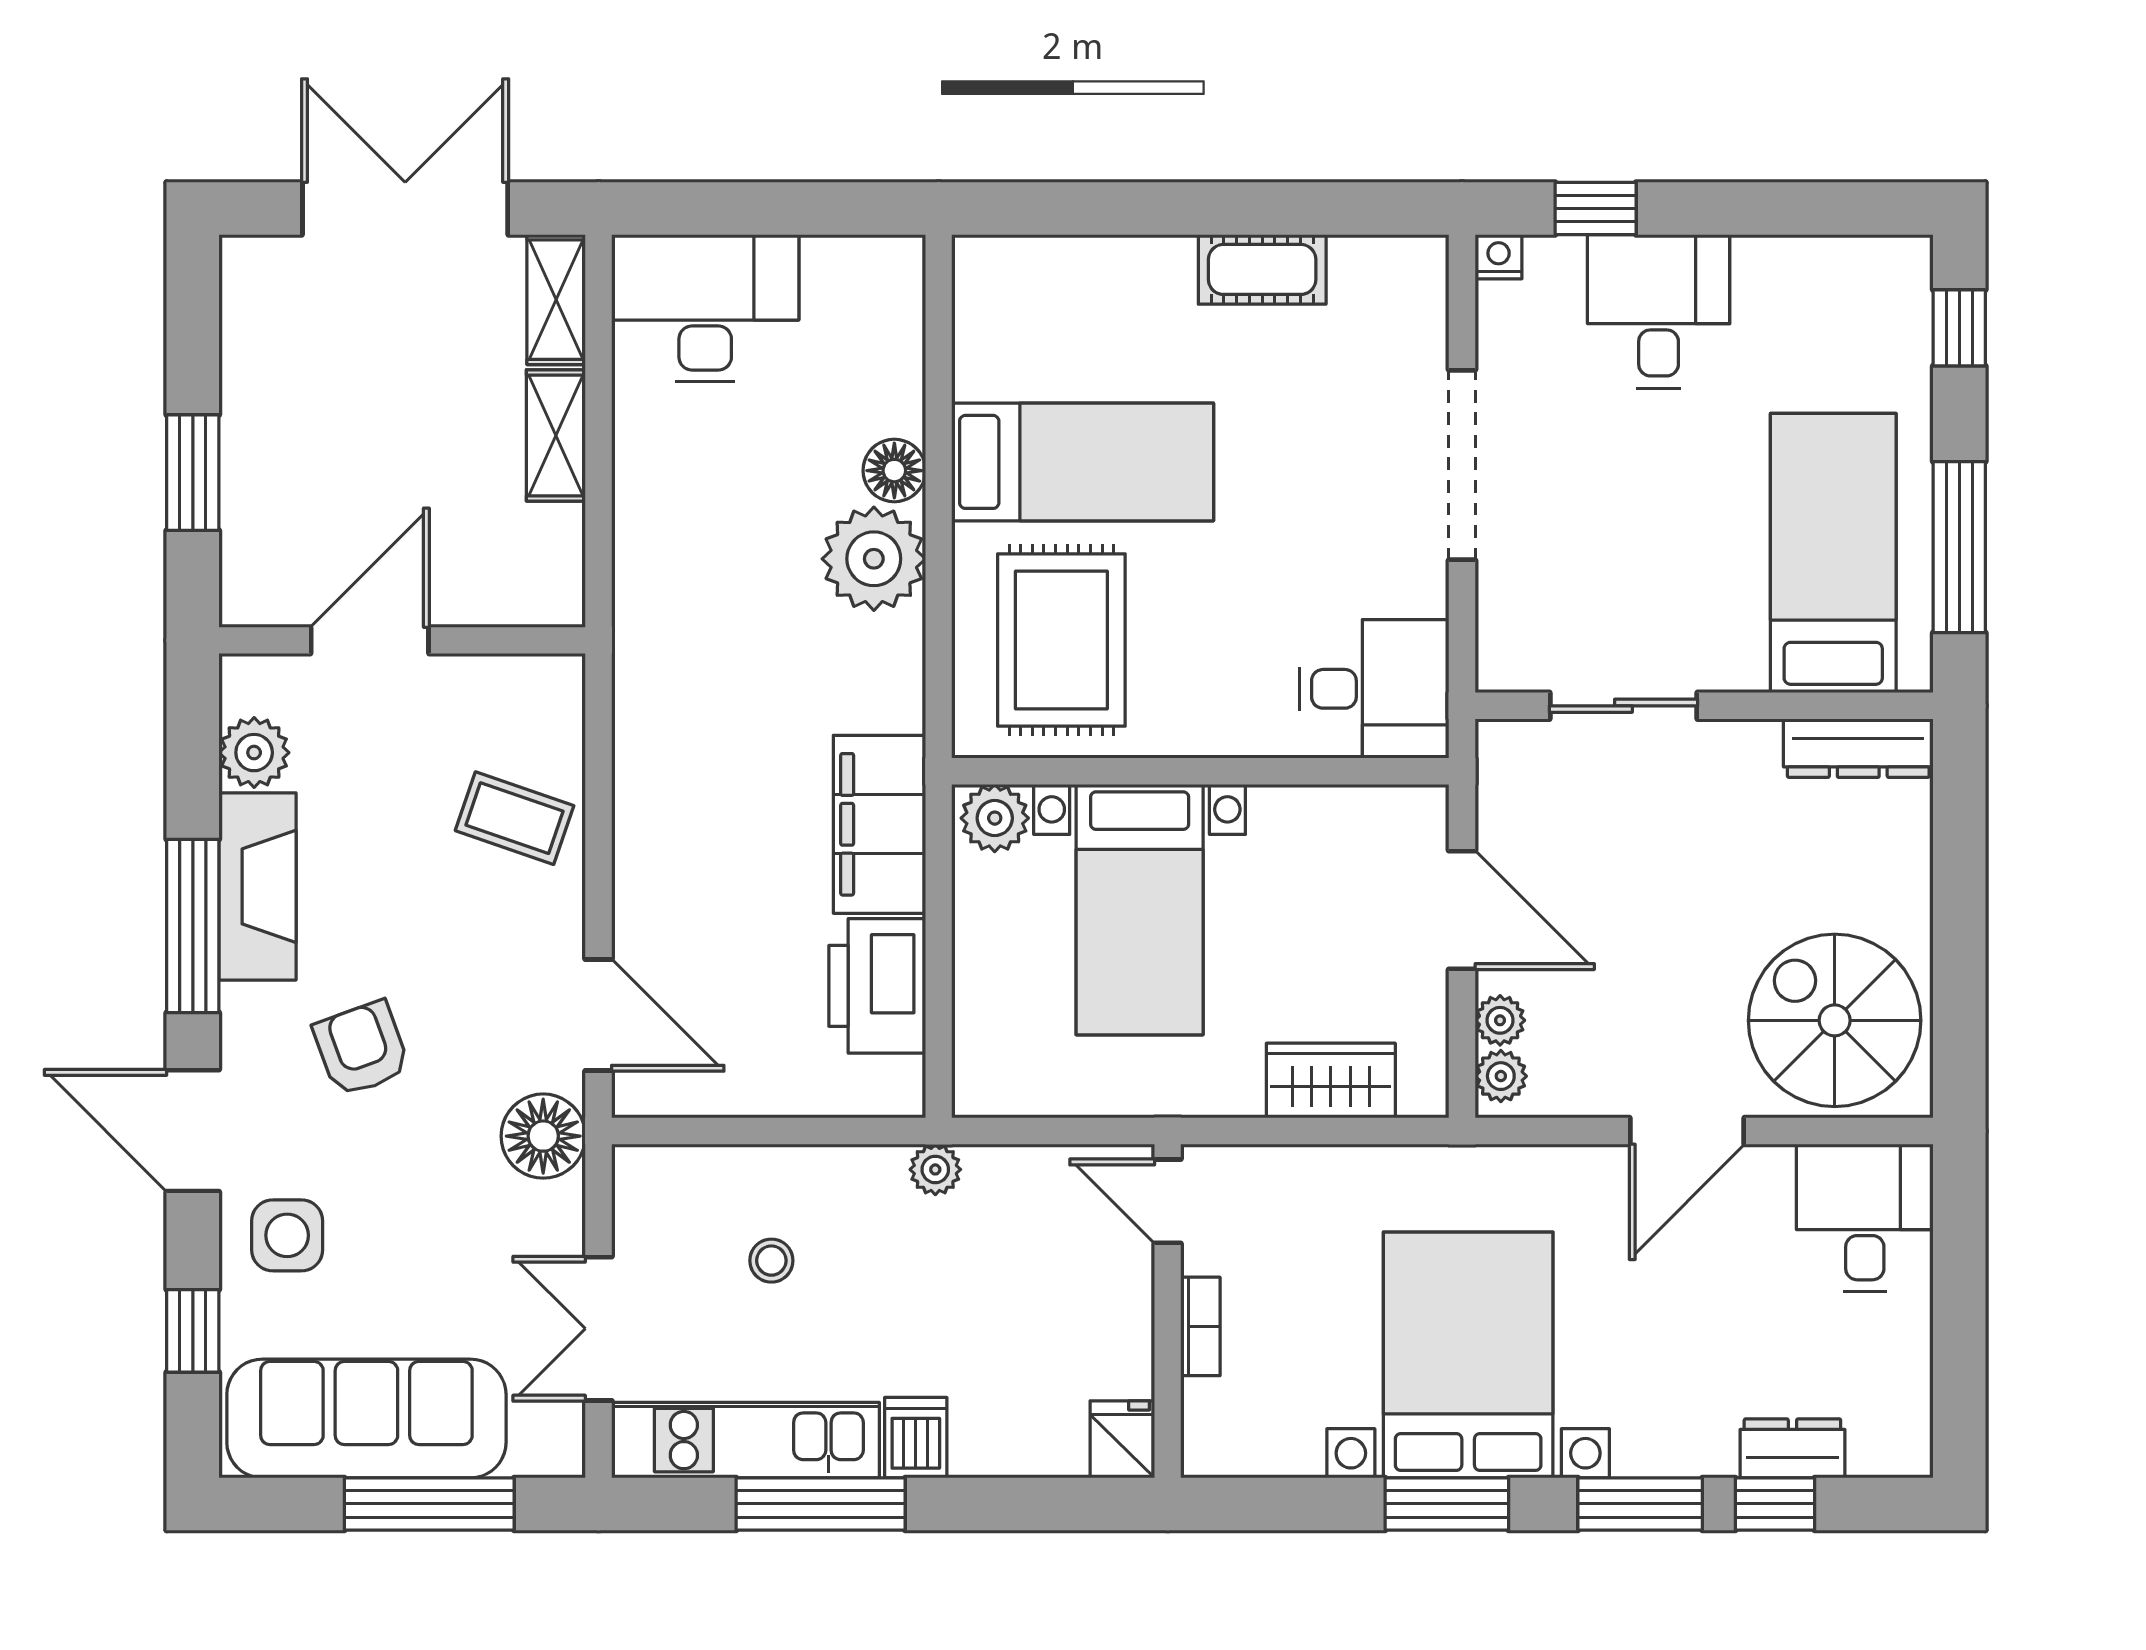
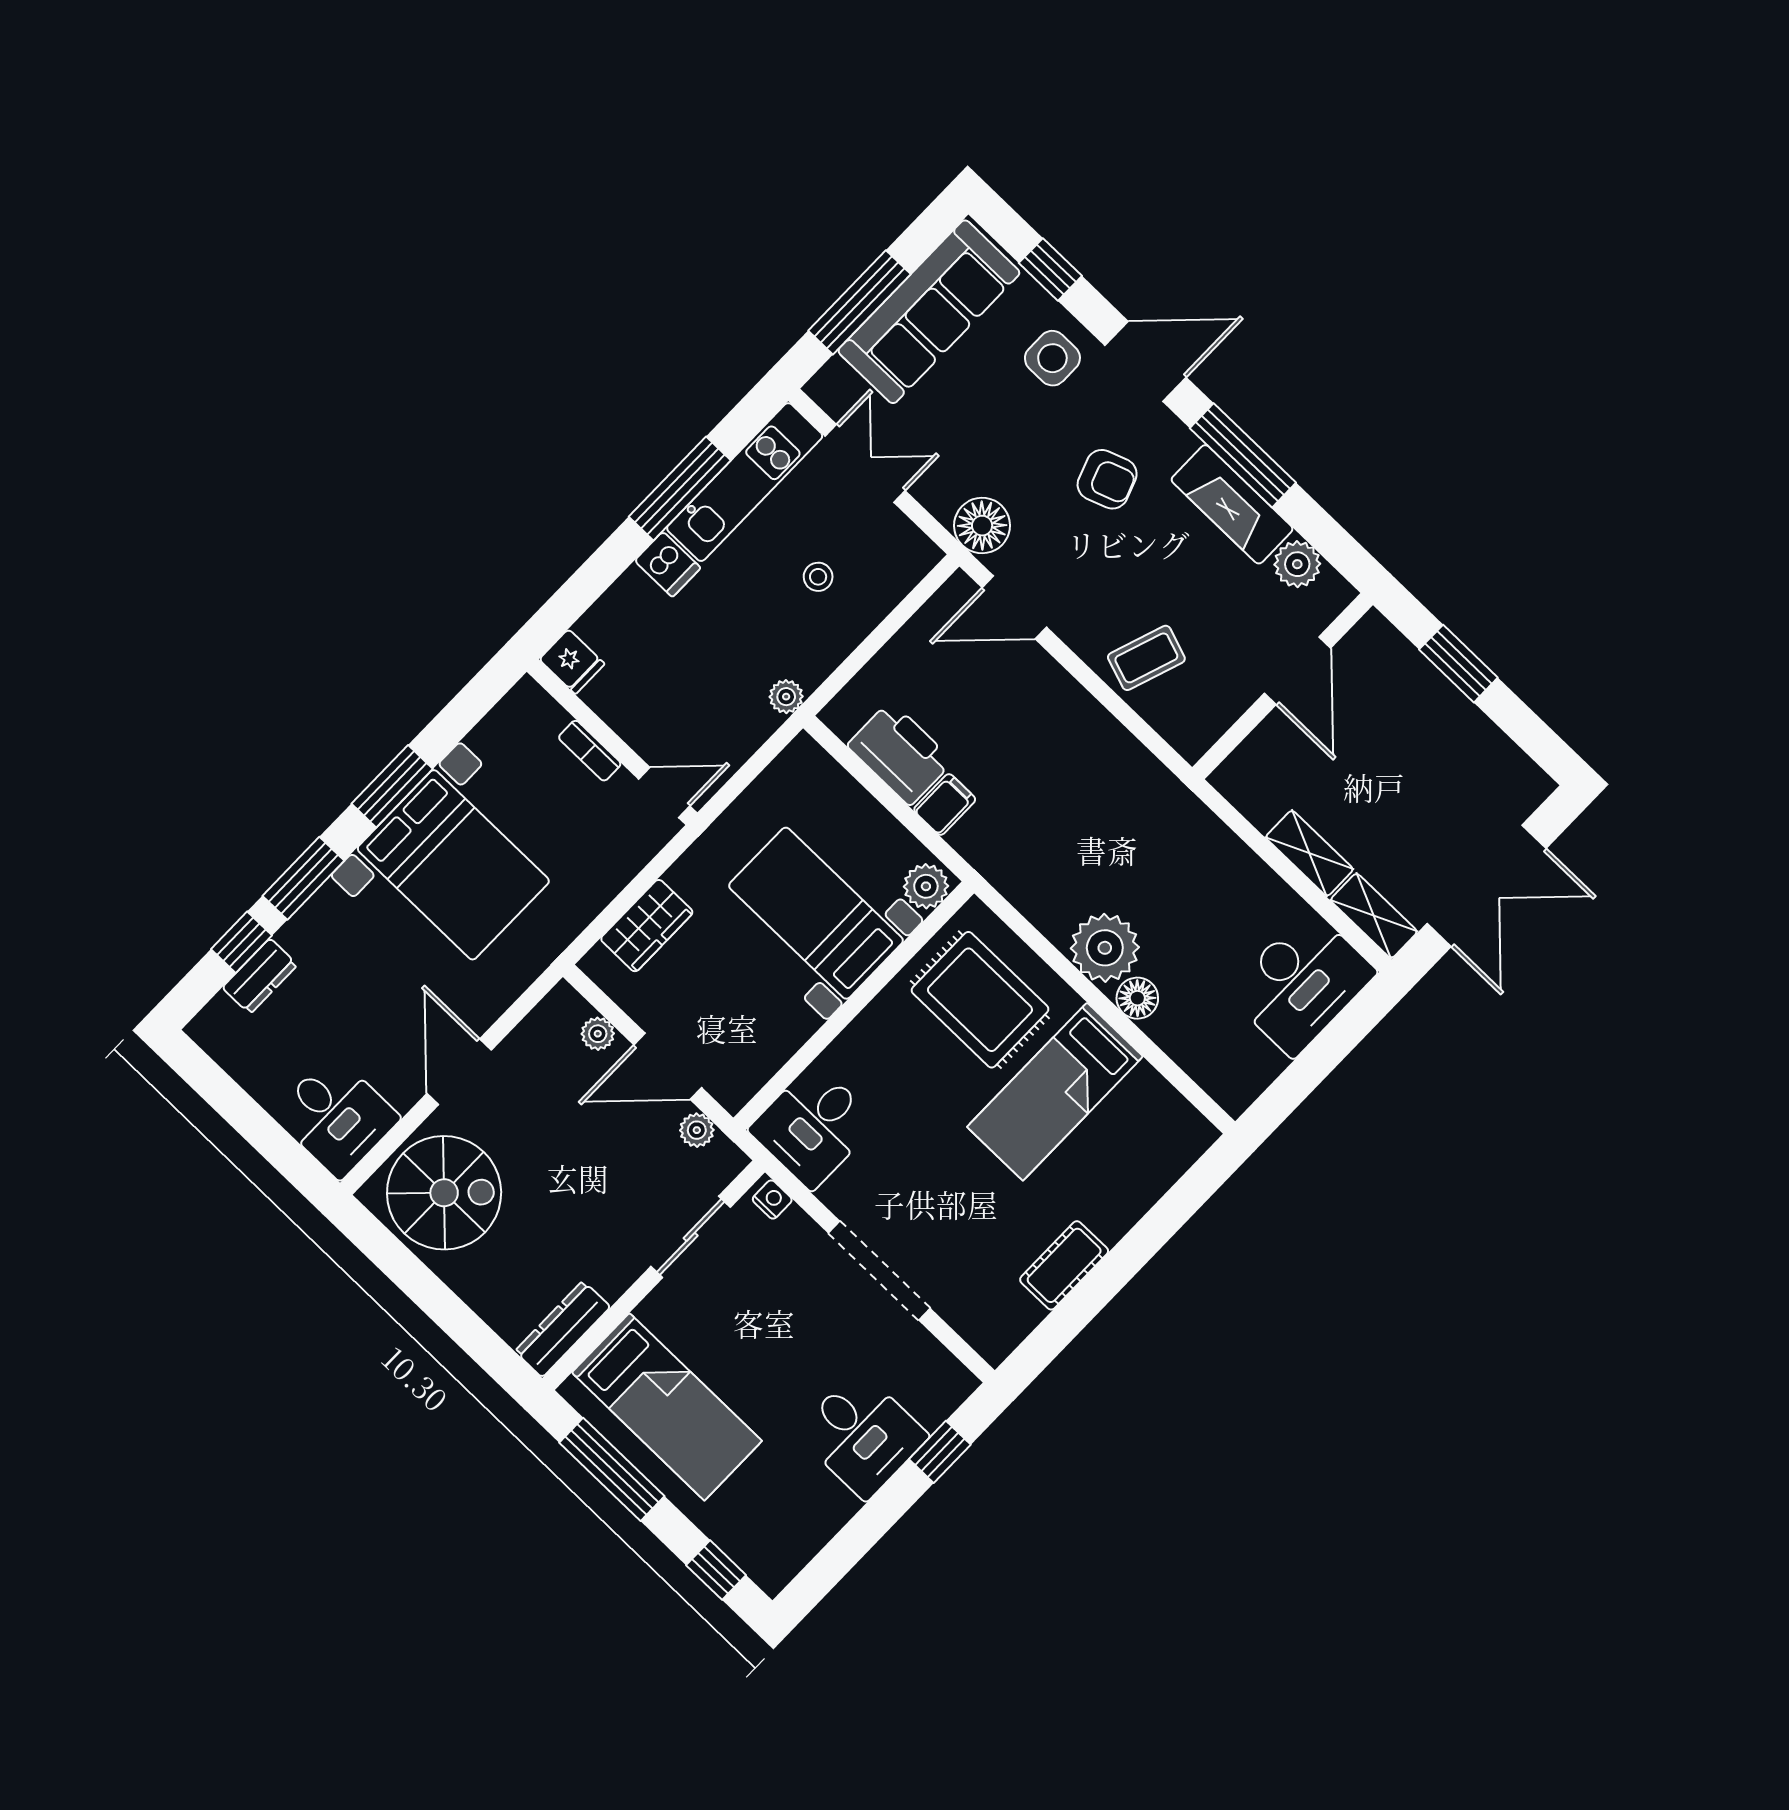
nightstand: (1499, 257) -> (772, 1200), moved, turned -90
filing cabinet: (879, 824) -> (945, 804), width x0.33, depth x0.86
plant: (1501, 1076) -> (697, 1130), moved

